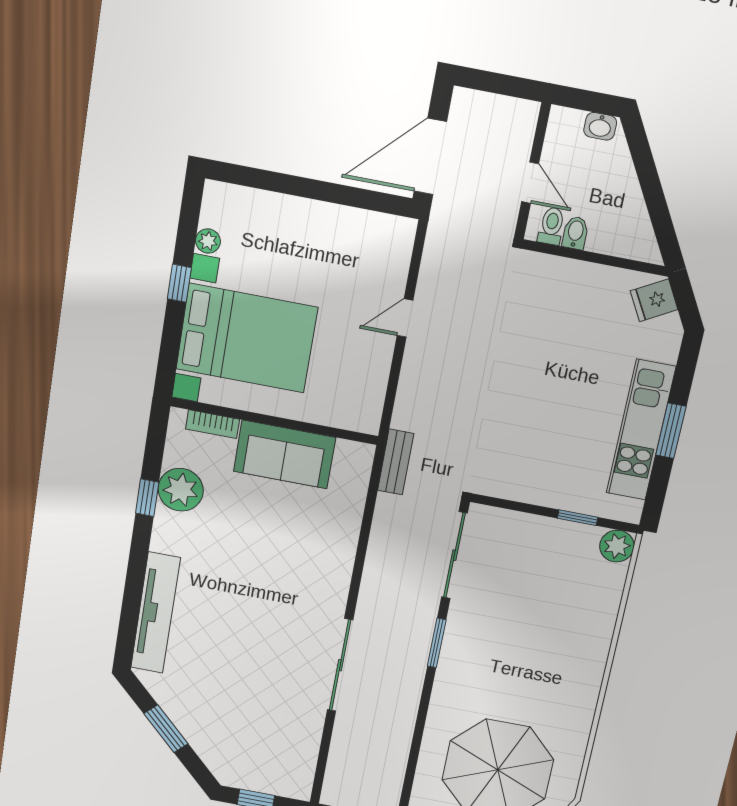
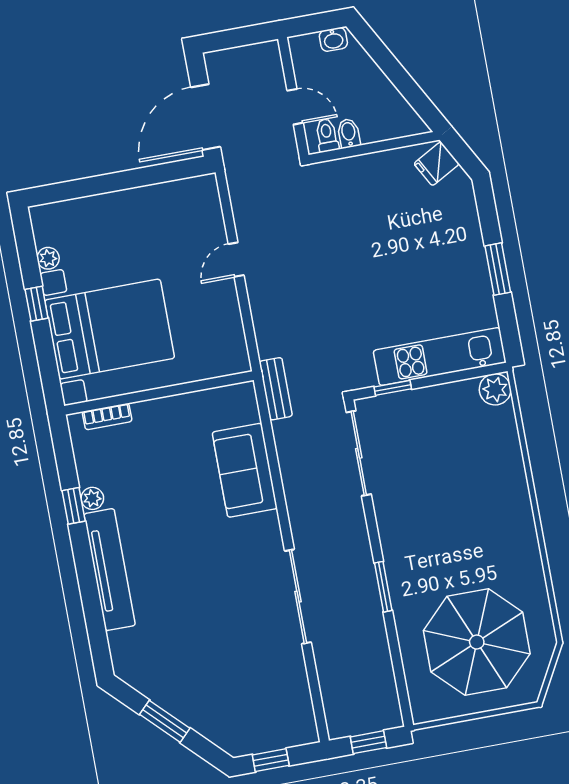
kitchen unit: (641, 430) -> (440, 356), moved, turned 90
sofa: (285, 454) -> (245, 470), moved, turned 90
plant: (181, 490) -> (92, 498), width x0.53, depth x0.53
window: (578, 518) -> (393, 388), moved
tv unit: (156, 613) -> (110, 570), moved
window: (437, 643) -> (383, 587), moved

